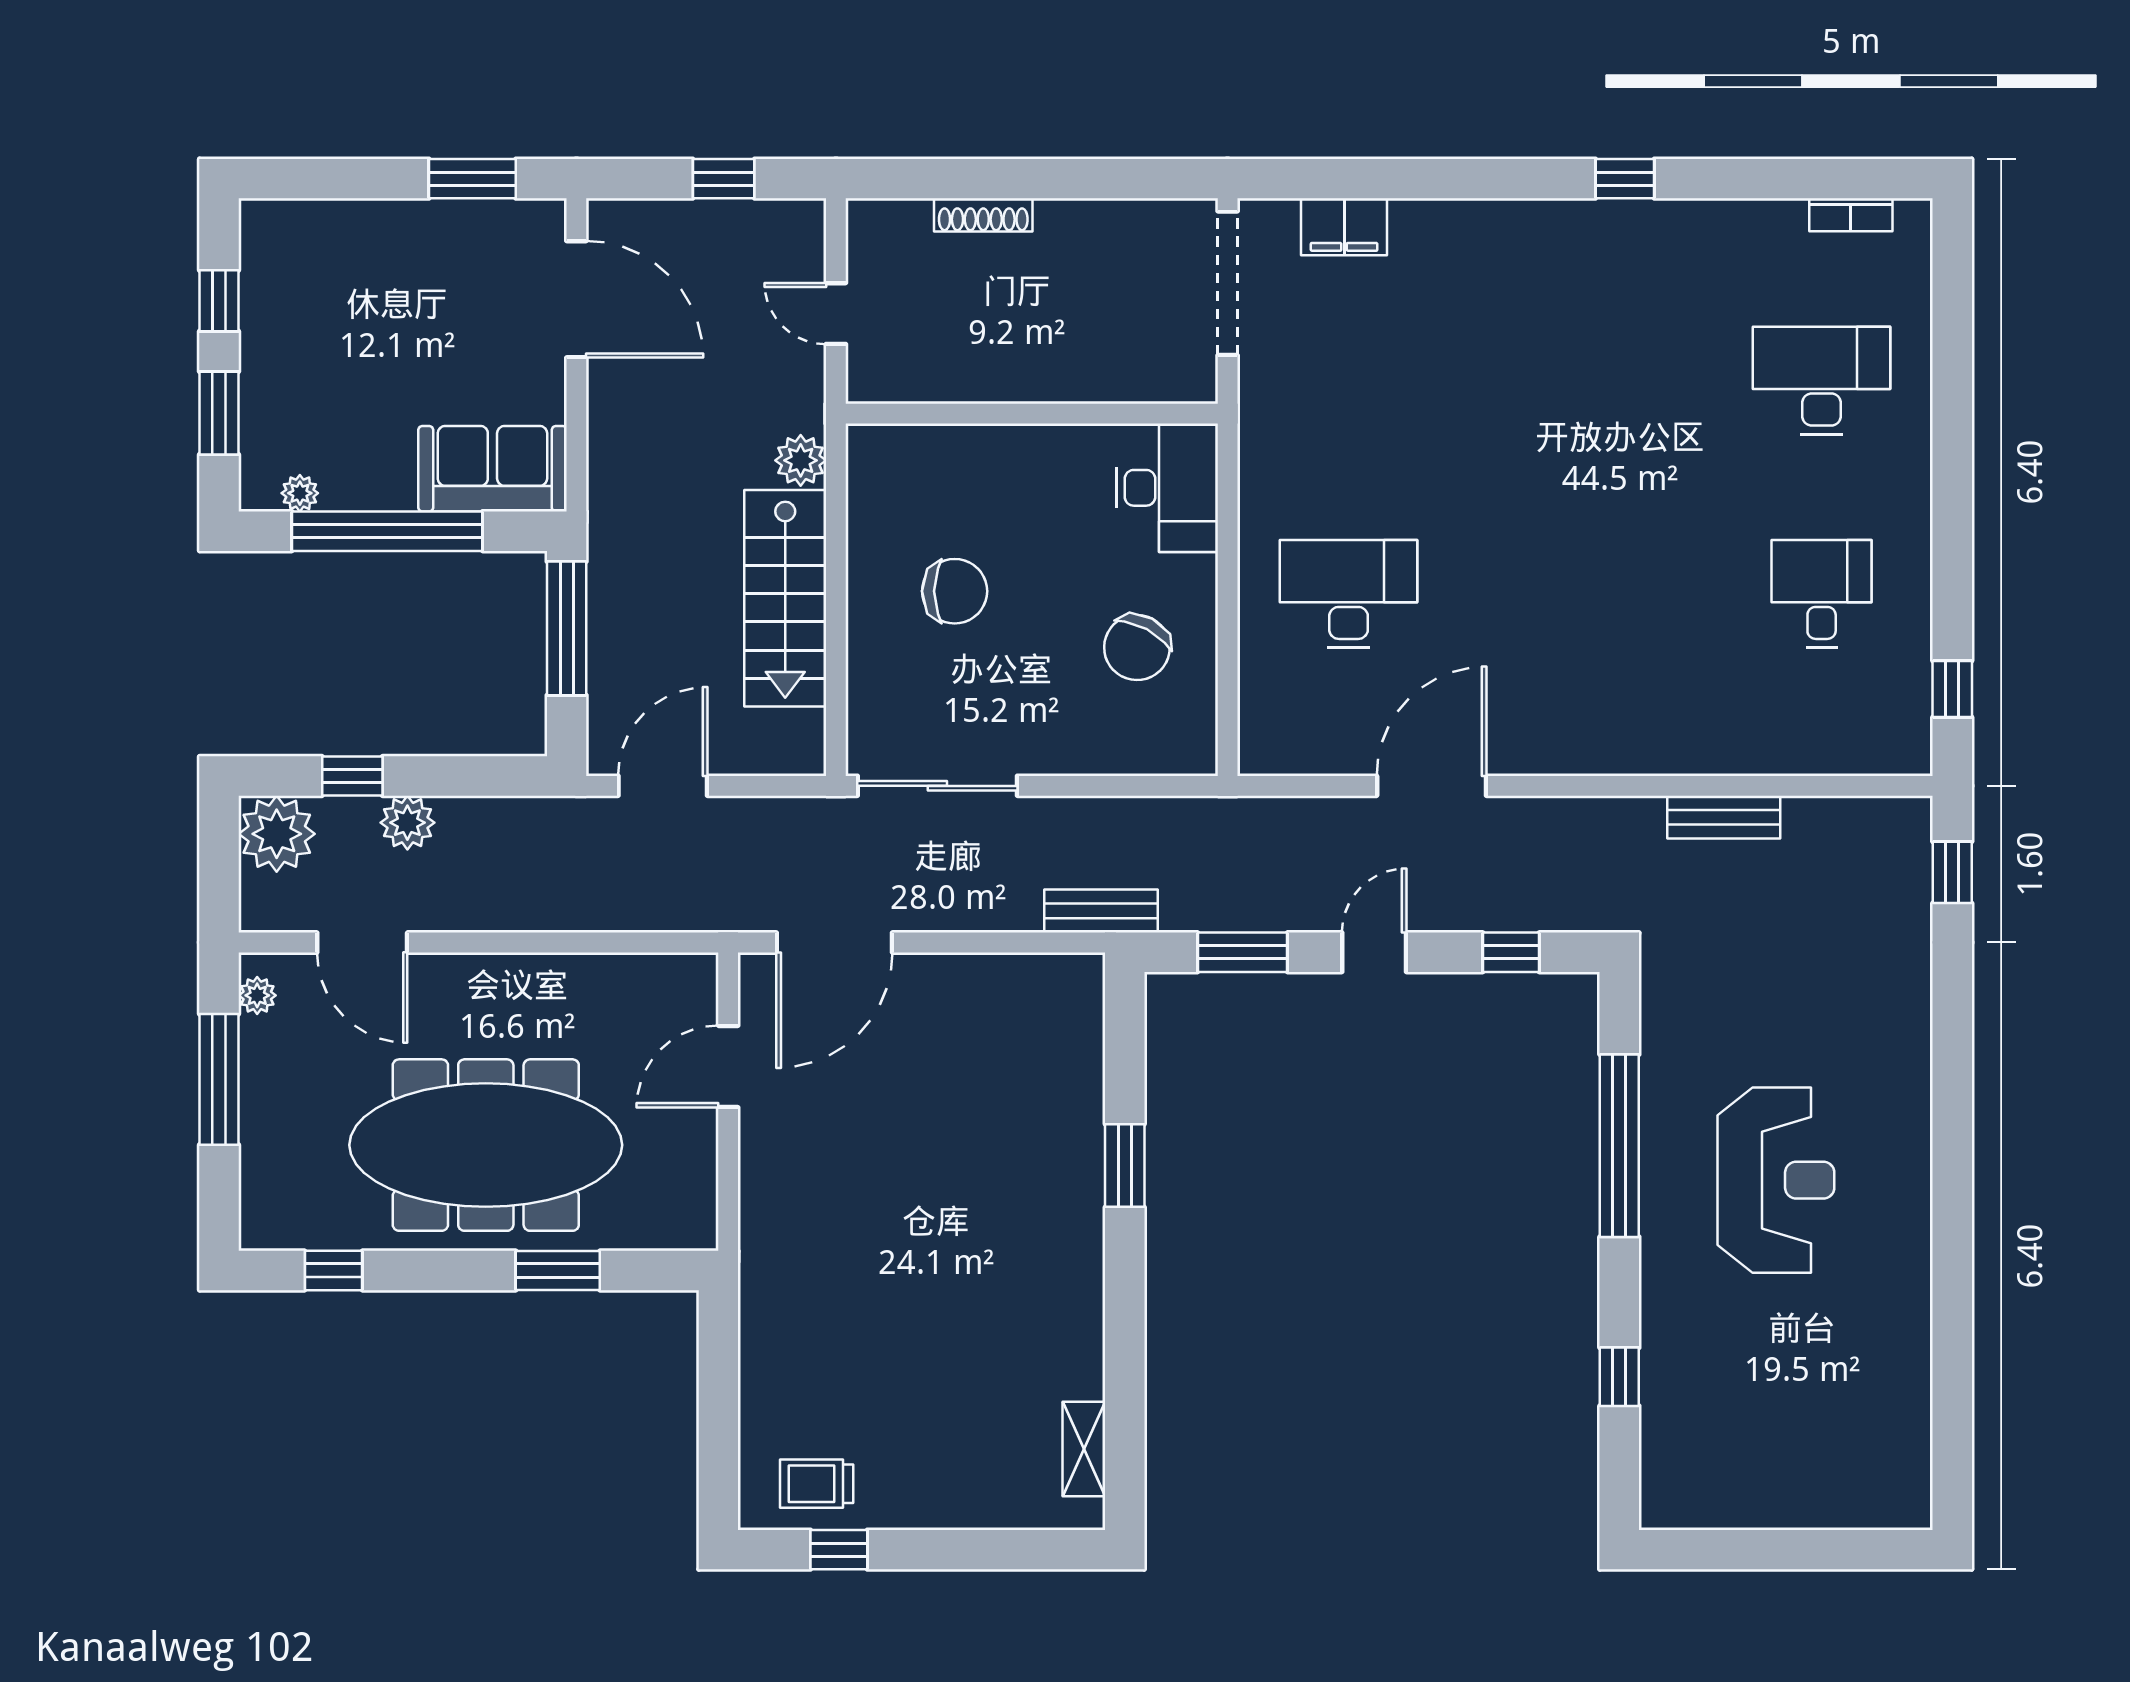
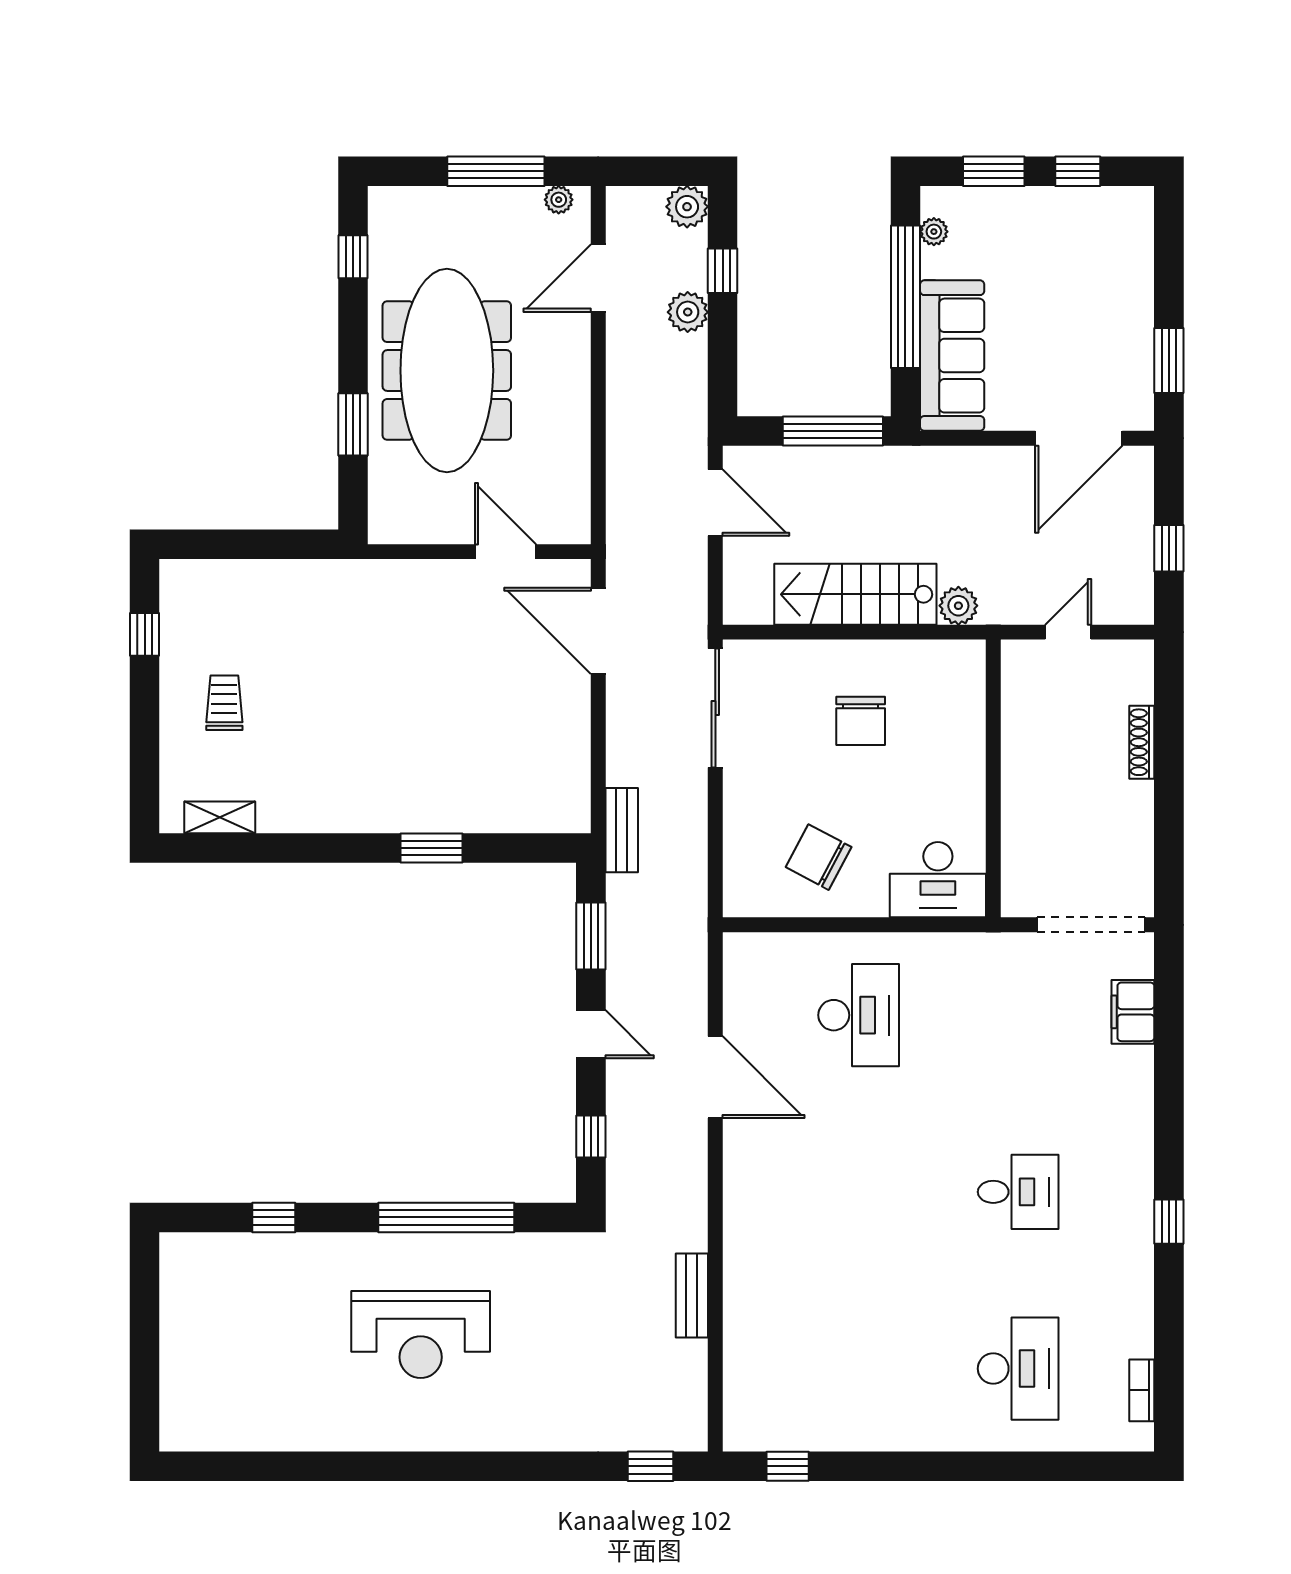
sofa: (492, 469) -> (952, 356), width x1.36
desk: (1822, 594) -> (1018, 1192), moved
plant: (277, 834) -> (687, 207), width x0.73, depth x0.73
trolley: (817, 1484) -> (224, 703), moved

